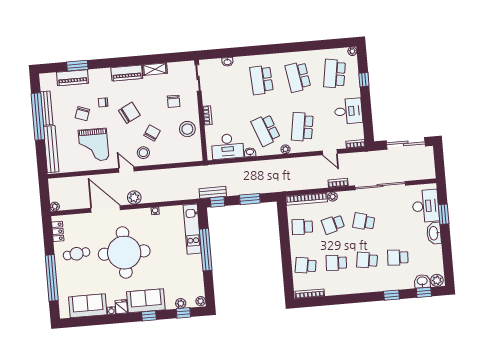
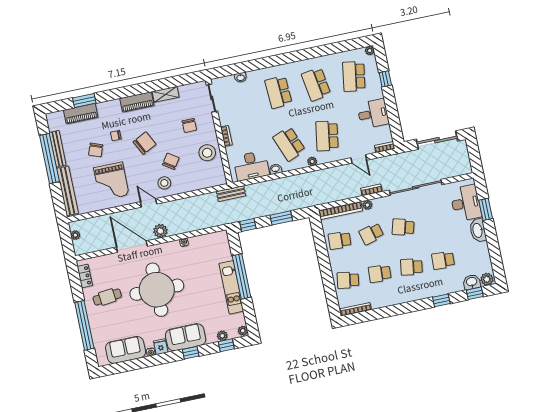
bench: (213, 192) -> (231, 194), moved
plant: (55, 207) -> (75, 235), moved
kitchen unit: (192, 229) -> (231, 287), moved

